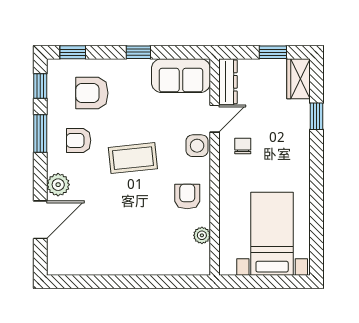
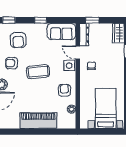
window: (273, 52) -> (92, 20), moved
armchair: (92, 93) -> (18, 40), turned -90
door: (215, 119) -> (78, 52), swing flipped
piano: (134, 259) -> (38, 121), added

